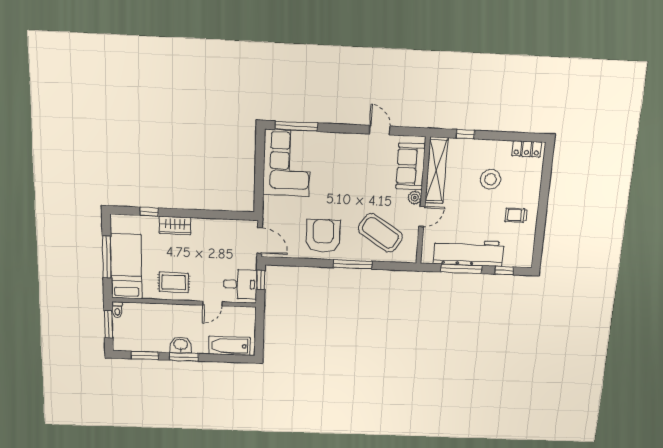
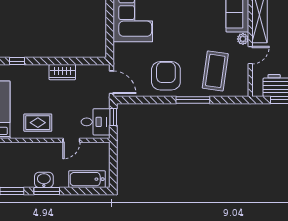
wardrobe: (175, 226) -> (62, 72), moved
coffee table: (380, 233) -> (215, 71), turned 65

